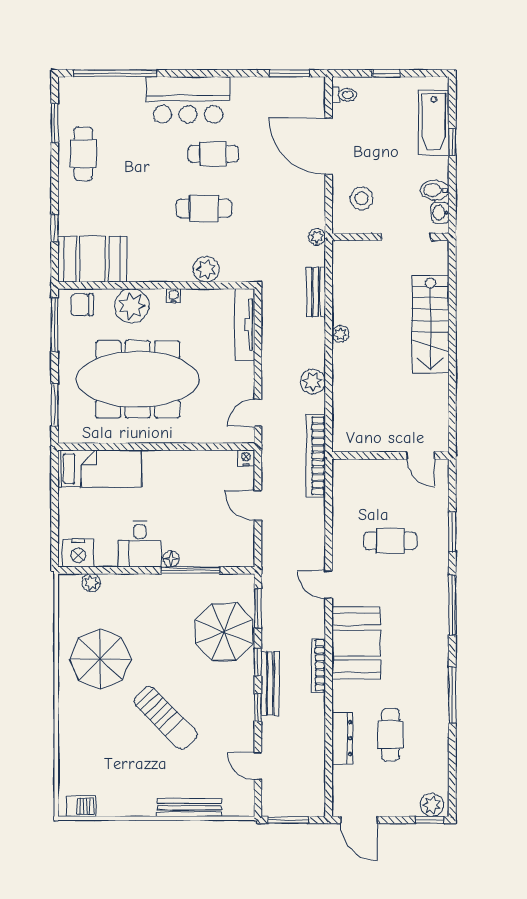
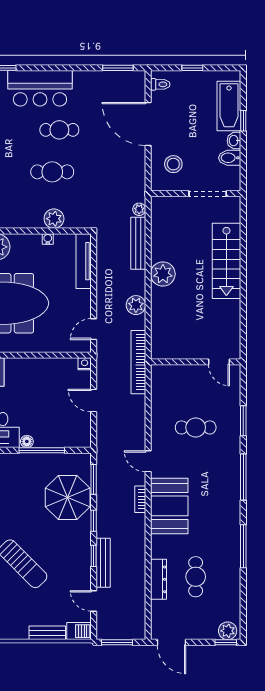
washbasin: (440, 213) -> (234, 141), moved
plant: (317, 237) -> (139, 209), moved
bench: (316, 292) -> (138, 243), width x1.36
water cooler: (174, 296) -> (48, 239), moved
plant: (340, 334) -> (163, 274), width x1.88, depth x1.88
bookcase: (318, 665) -> (140, 499), moved, width x0.64
bench: (270, 683) -> (103, 563), moved
barbecue: (239, 805) -> (79, 631), added
bench: (189, 808) -> (47, 633), width x0.73

